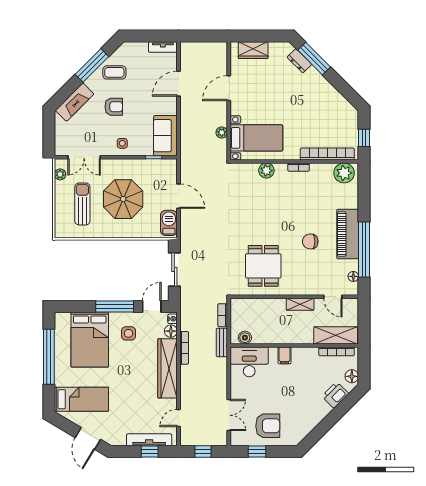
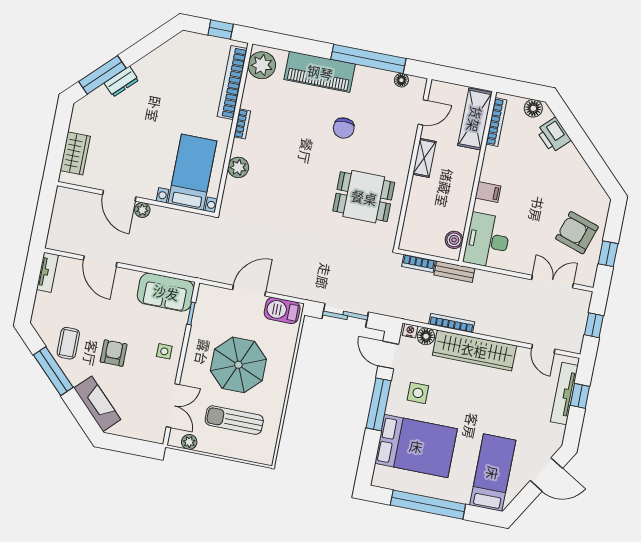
dresser: (299, 61) -> (121, 81), moved
plant: (222, 133) -> (142, 210), moved
piano: (348, 234) -> (320, 72), moved
armchair: (268, 426) -> (577, 233), turned -72

